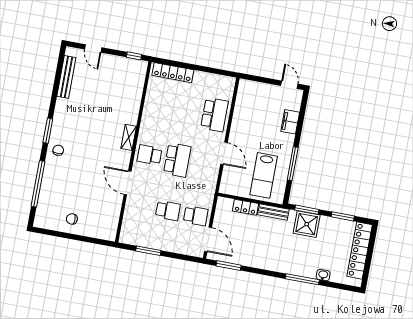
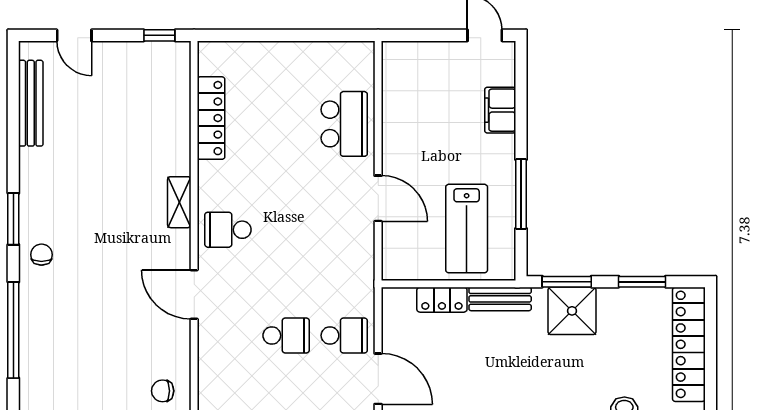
locker: (173, 73) -> (211, 118), moved, turned -90
school desk: (177, 160) -> (286, 230), removed
chair: (72, 219) -> (163, 391), moved

